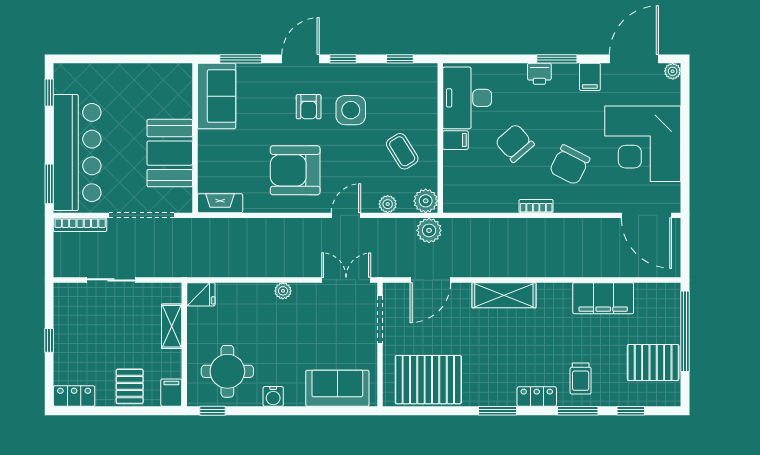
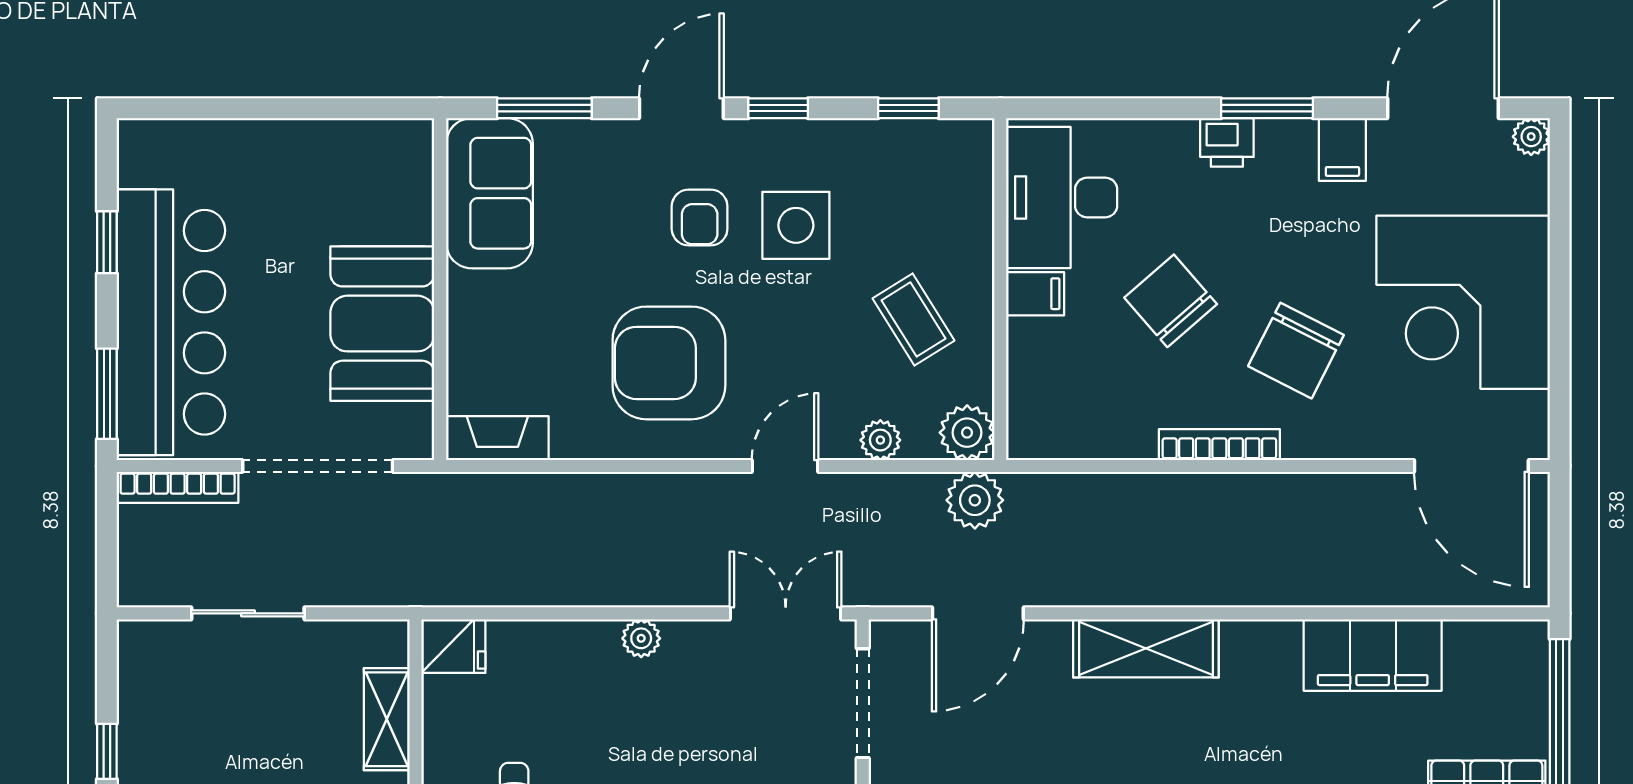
window: (49, 93) -> (107, 242), moved
bookcase: (536, 206) -> (1219, 445), width x1.56

